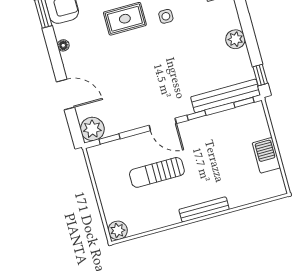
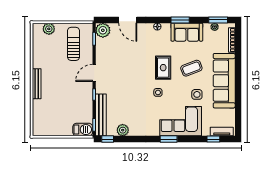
plant: (235, 39) -> (123, 130), moved
door: (66, 94) -> (128, 20), hinge flipped
barbecue: (266, 155) -> (83, 130), moved
sun lounger: (157, 172) -> (73, 44), moved
plant: (118, 230) -> (49, 29), moved

